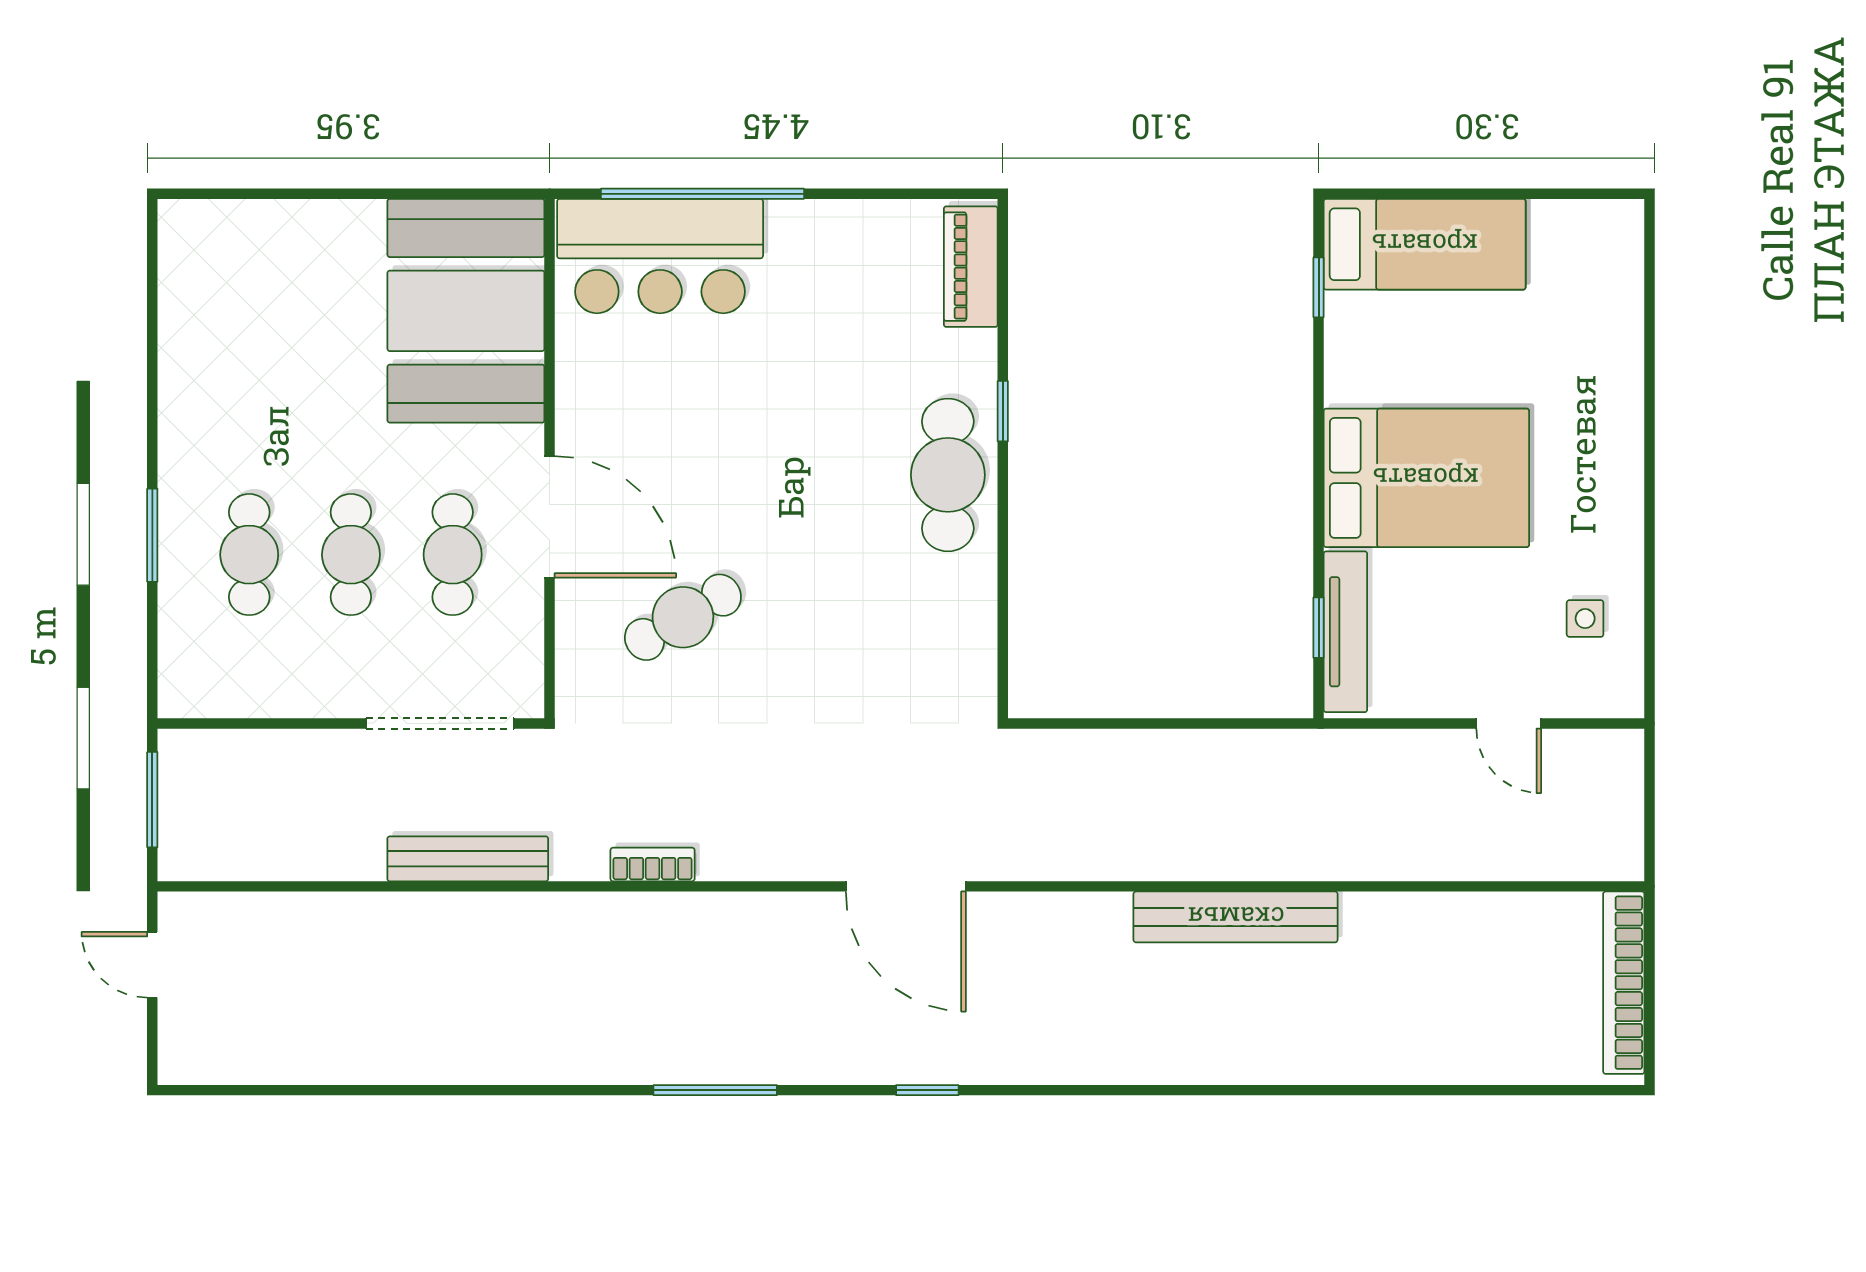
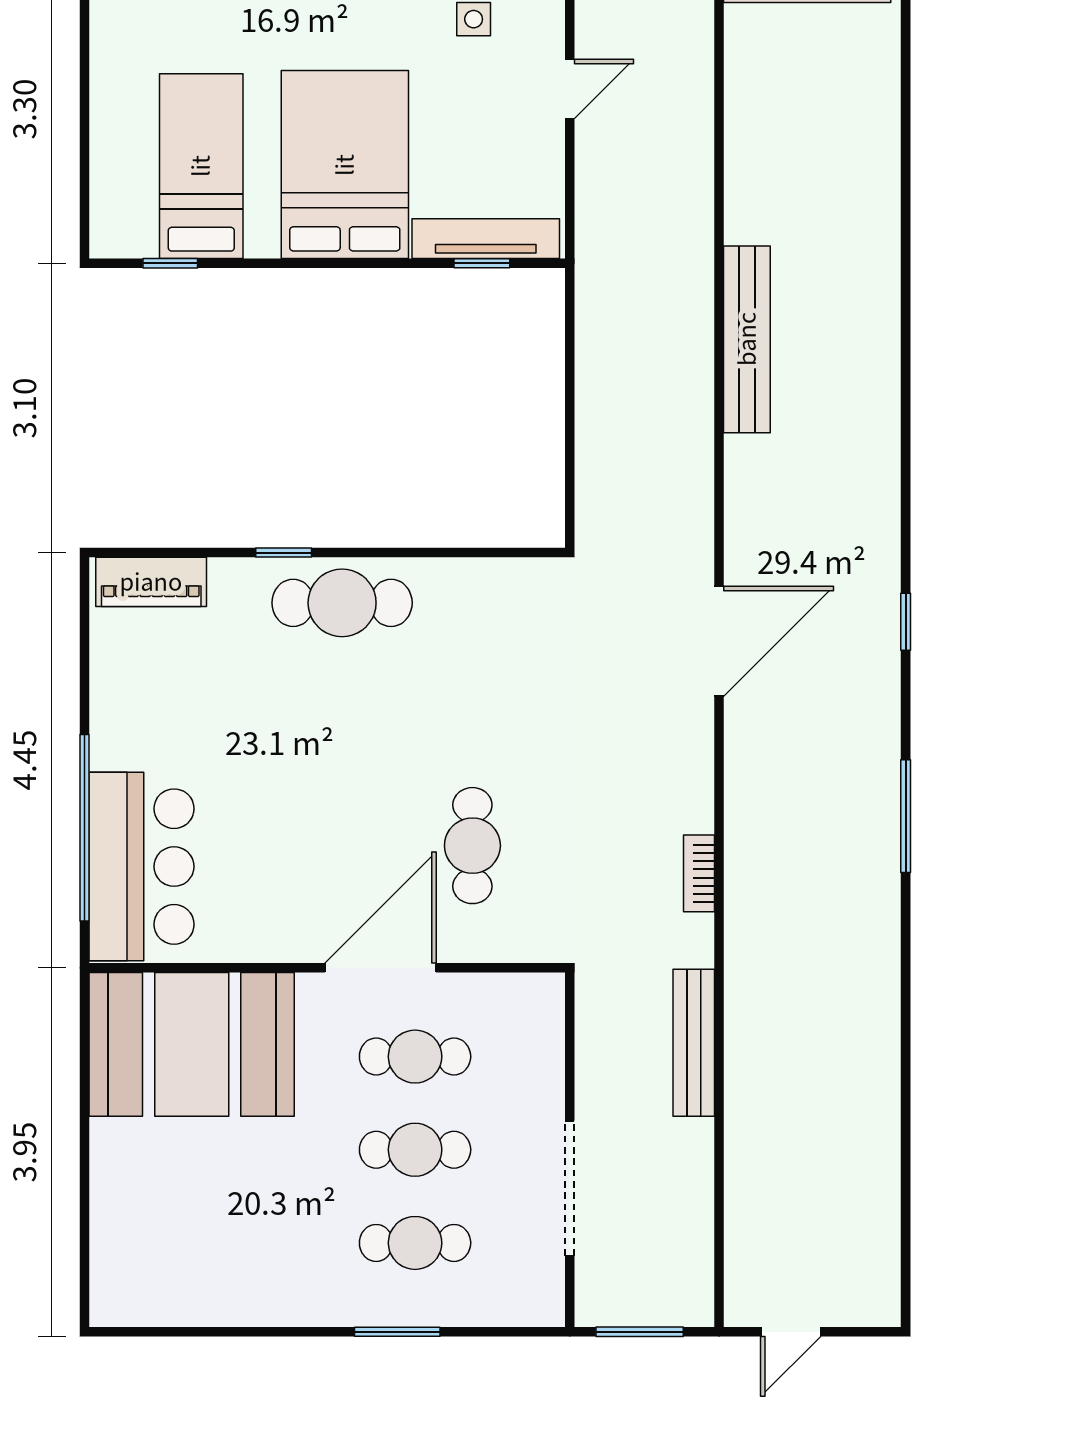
bed: (1425, 244) -> (201, 166), moved
cafe table: (683, 617) -> (472, 846), turned 30
doorway: (440, 723) -> (570, 1188), moved

